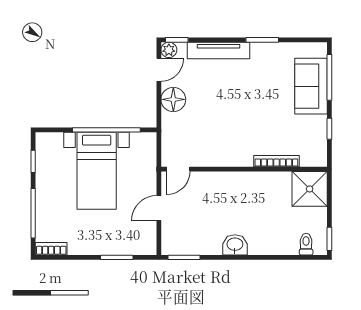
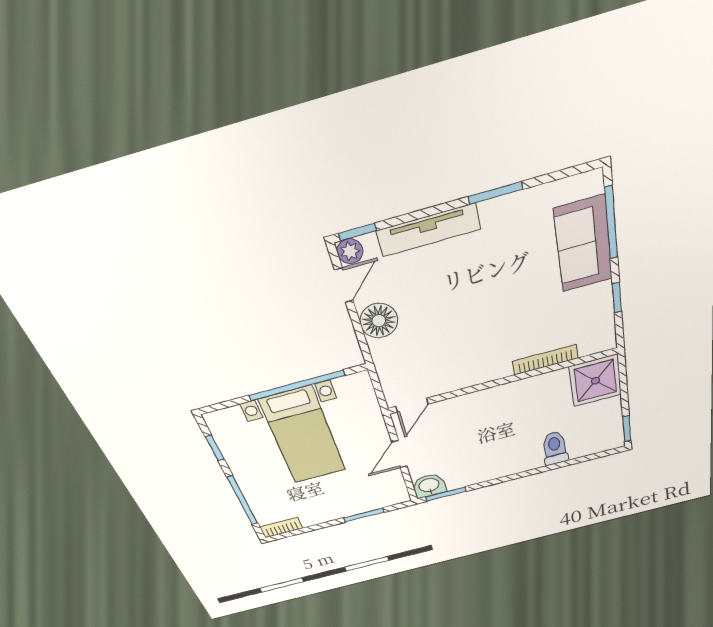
toilet: (306, 244) -> (555, 448), moved, width x1.37, depth x1.39
washbasin: (235, 245) -> (429, 486), moved

